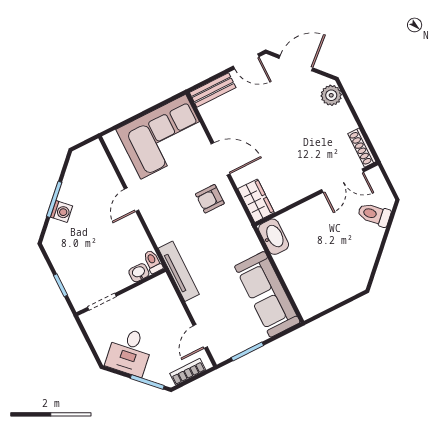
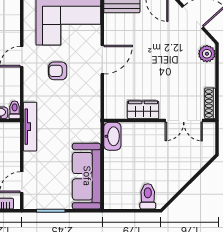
door: (221, 159) -> (102, 60), hinge flipped
armchair: (210, 199) -> (58, 71), moved
wardrobe: (256, 201) -> (143, 110), moved, turned -90
toilet: (374, 215) -> (148, 196), moved, turned 45

